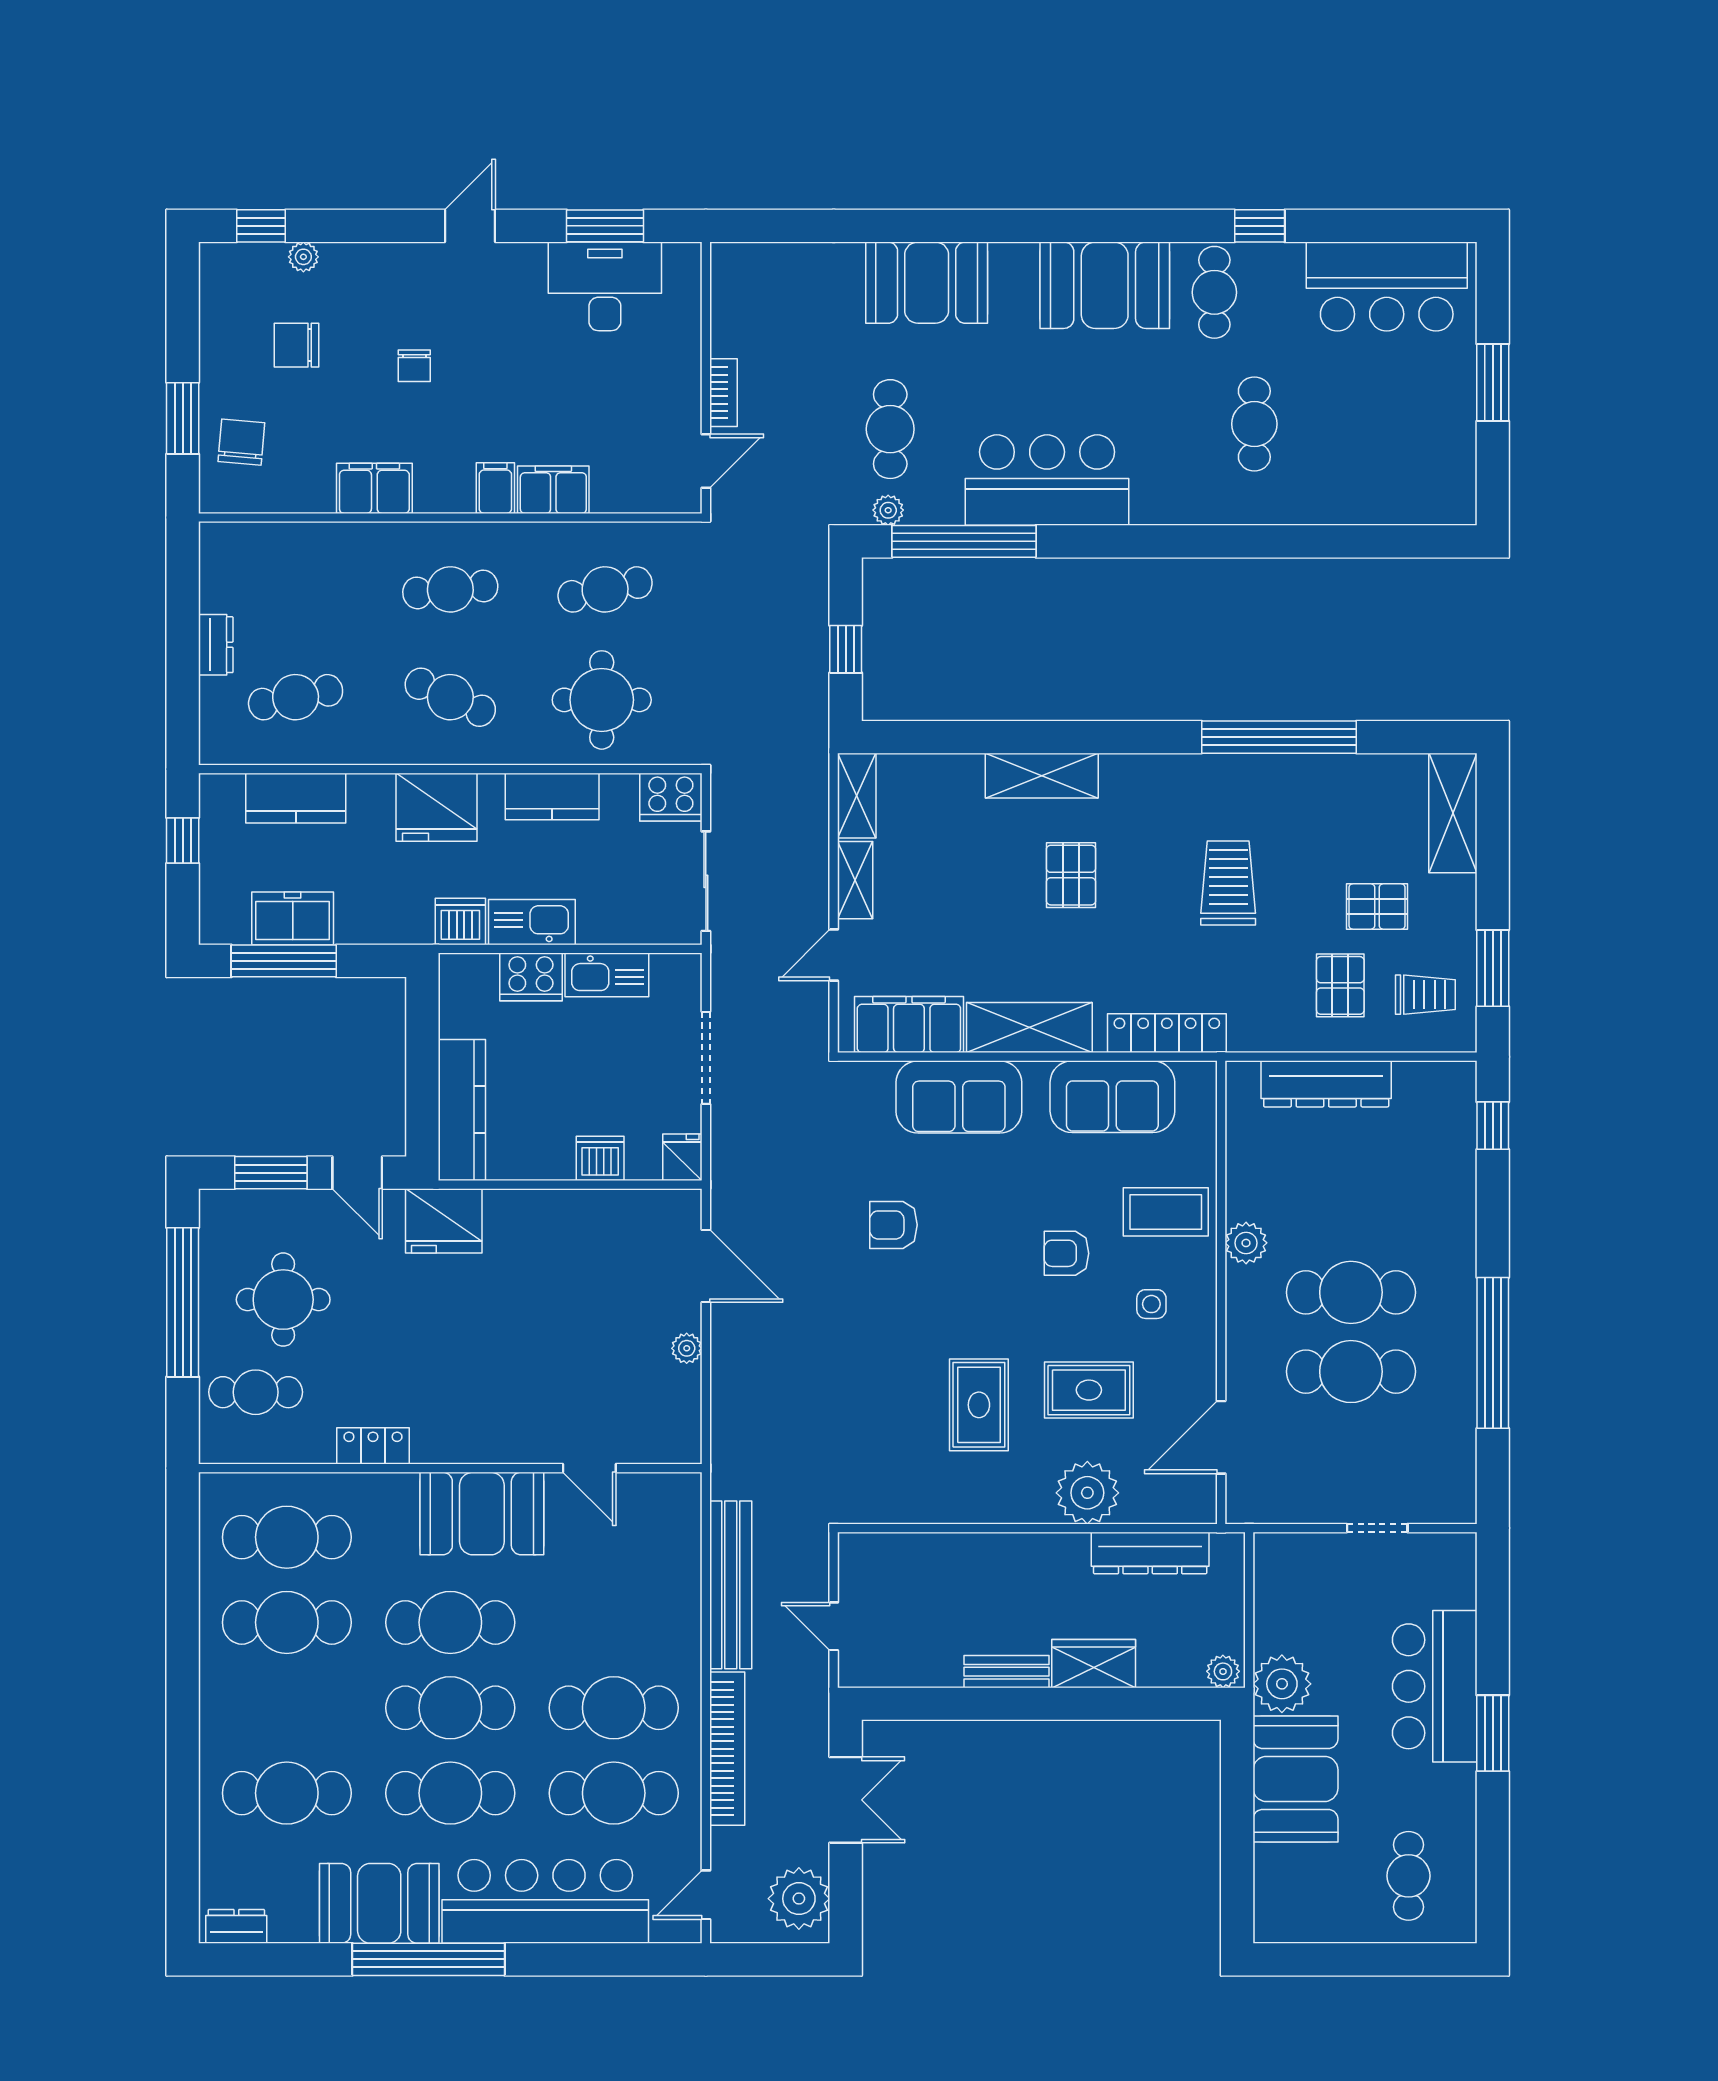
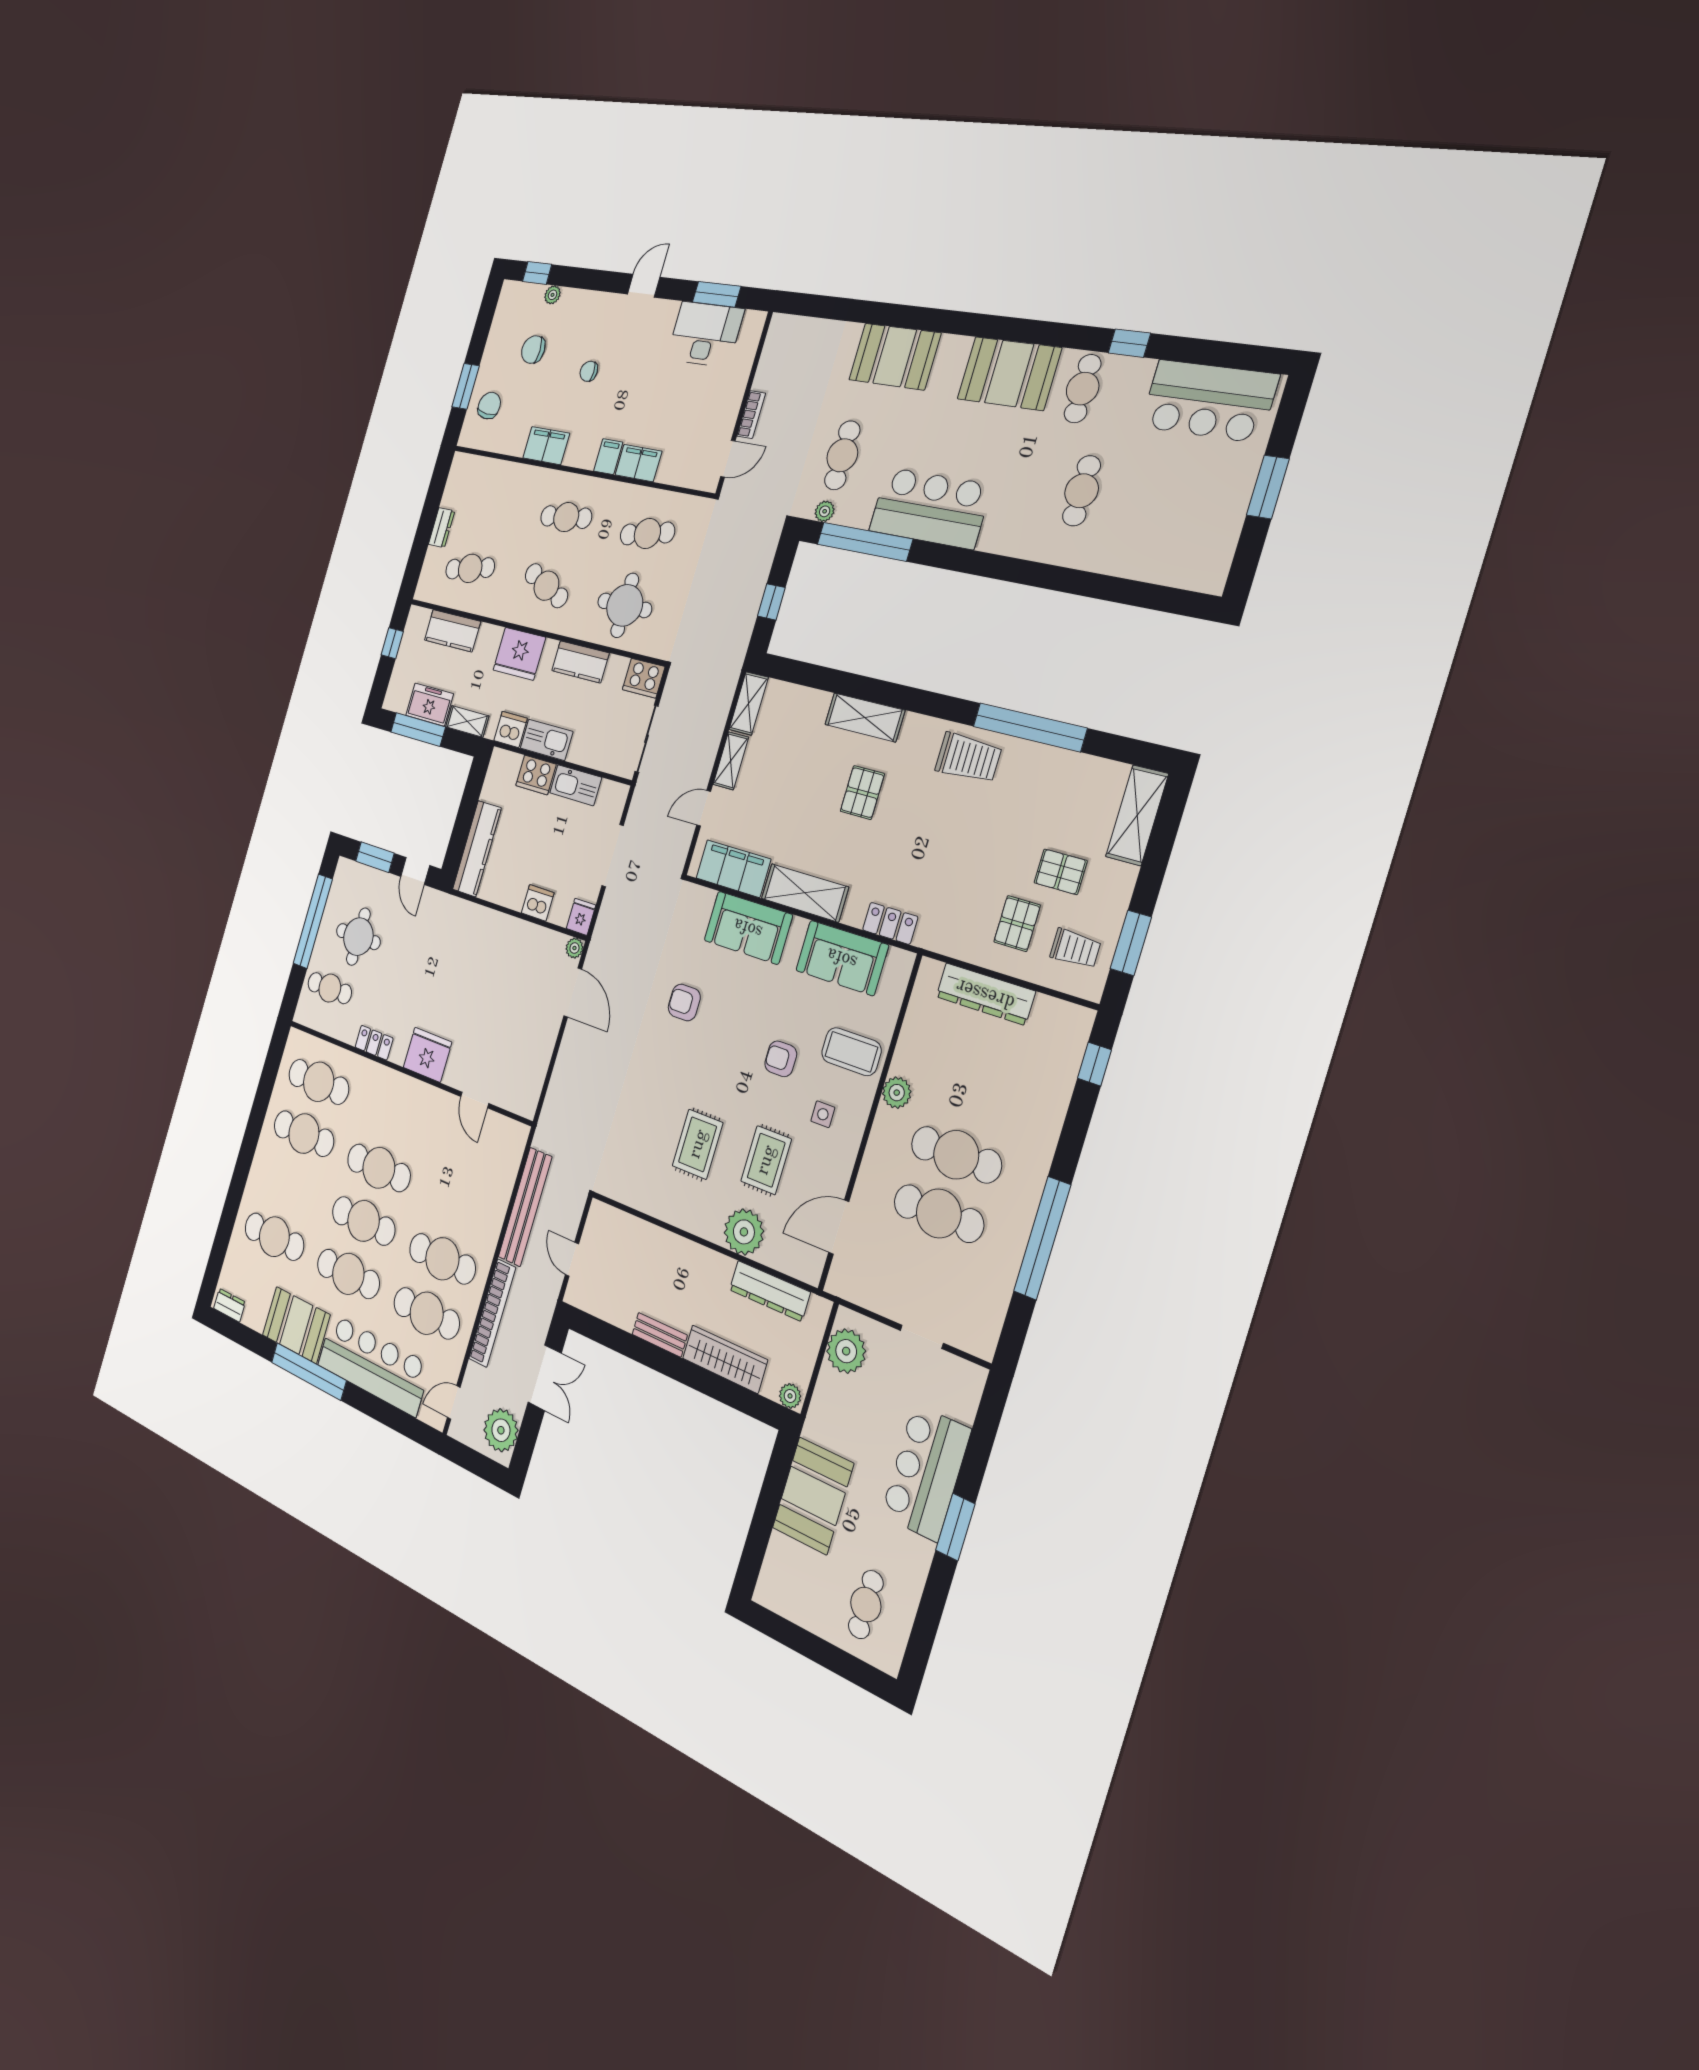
chair: (414, 366) -> (589, 371), turned 90
trolley: (1228, 883) -> (968, 758), moved, turned 90
shelving: (375, 928) -> (467, 721), added
locker: (1167, 1033) -> (890, 923), width x0.66
fridge: (444, 1221) -> (428, 1055), moved, turned 180
plant: (687, 1348) -> (574, 948), moved
rug: (1089, 1390) -> (766, 1160), turned 90
booth: (482, 1514) -> (413, 1106), removed
wardrobe: (1094, 1664) -> (725, 1359), width x1.50
plant: (1282, 1684) -> (846, 1351), moved

